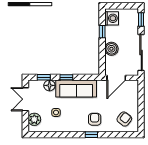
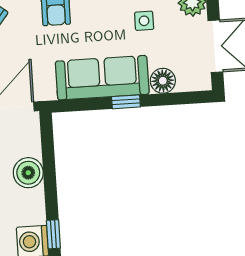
window: (102, 32) -> (53, 234), moved
window: (44, 77) -> (177, 98), removed

